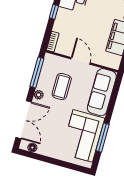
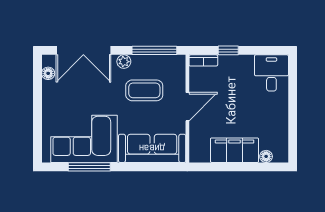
window: (54, 12) -> (228, 50), moved

